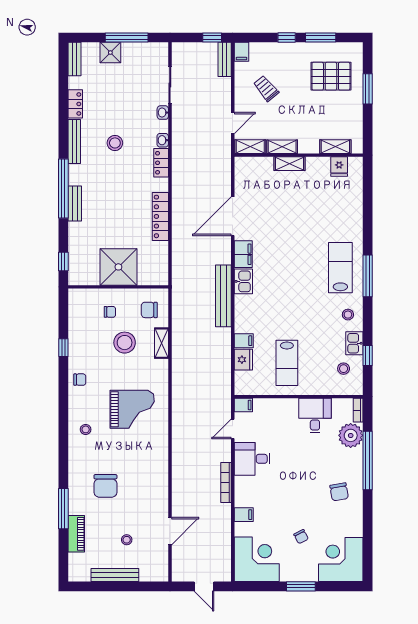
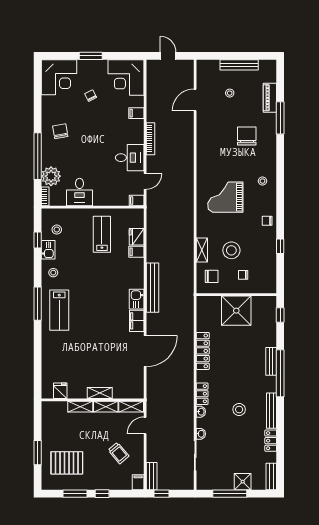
shelving: (335, 147) -> (80, 407), moved

